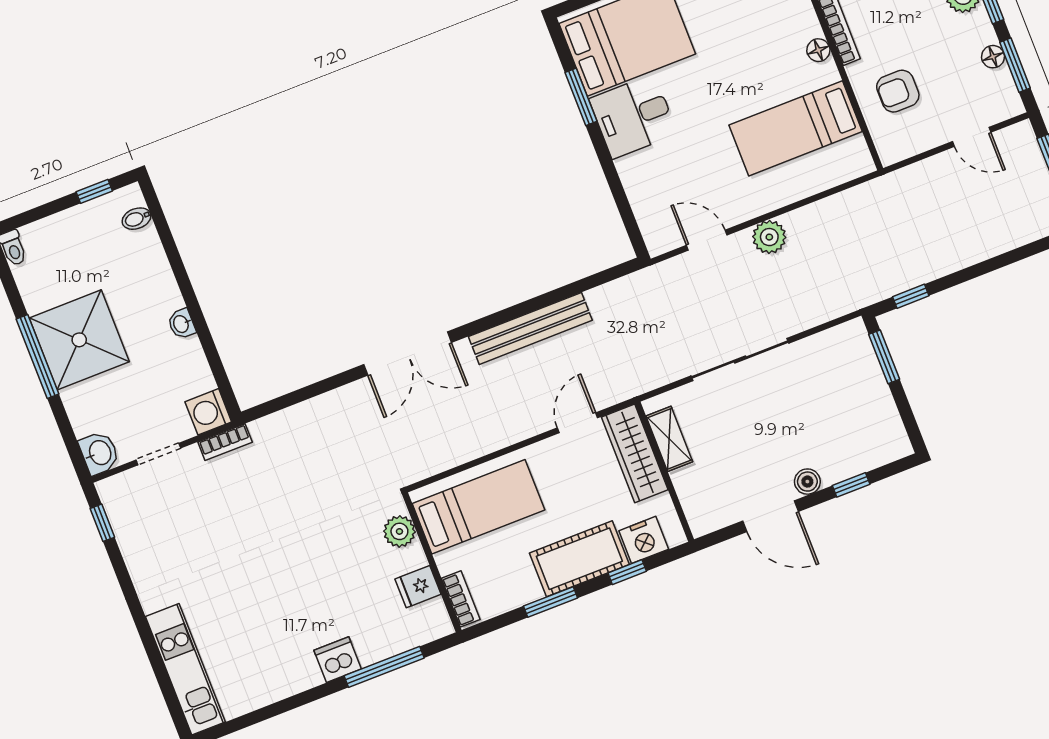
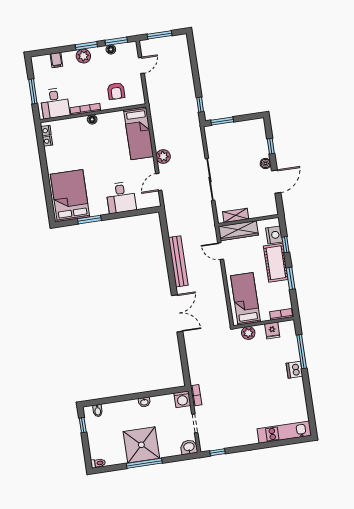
desk: (633, 116) -> (121, 197), moved
bed: (796, 128) -> (139, 133), moved

